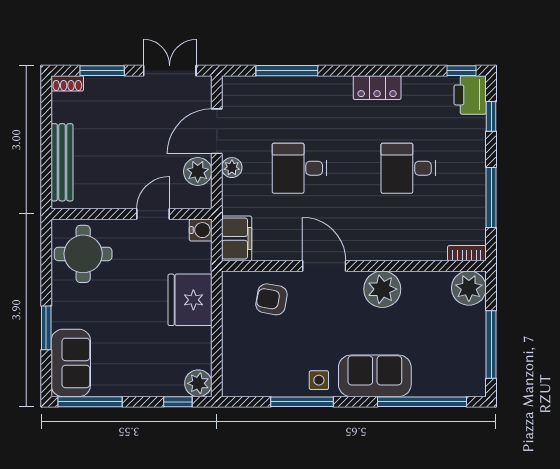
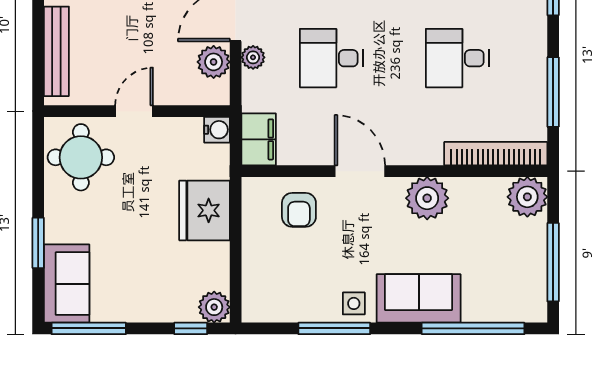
door: (153, 214) -> (134, 111), moved
bookcase: (467, 253) -> (496, 154), width x2.31, depth x1.31
armchair: (271, 299) -> (299, 210), turned -100

